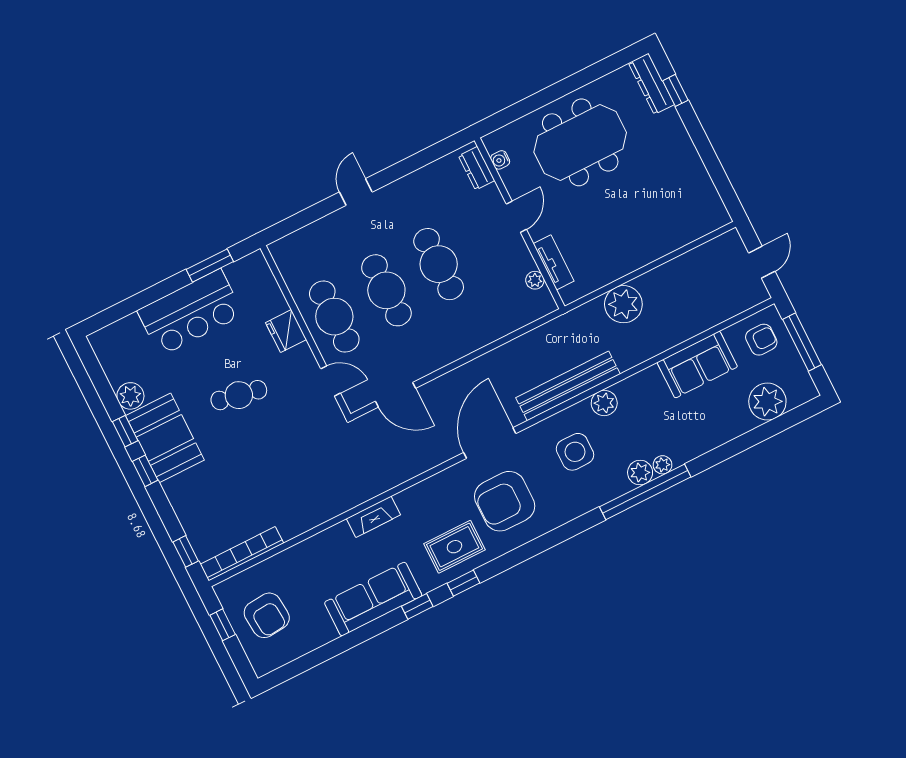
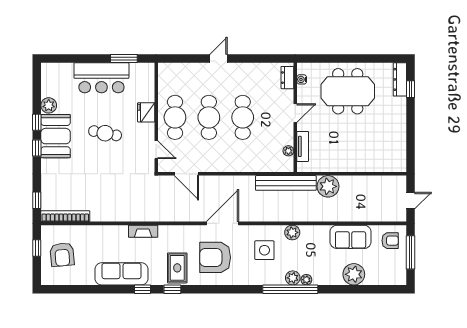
bench: (568, 386) -> (286, 183), moved
plant: (767, 402) -> (354, 274), moved
rug: (454, 547) -> (177, 268), turned 90

